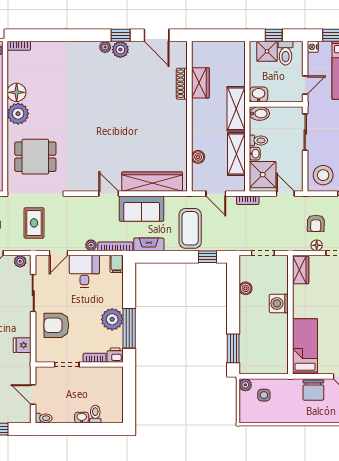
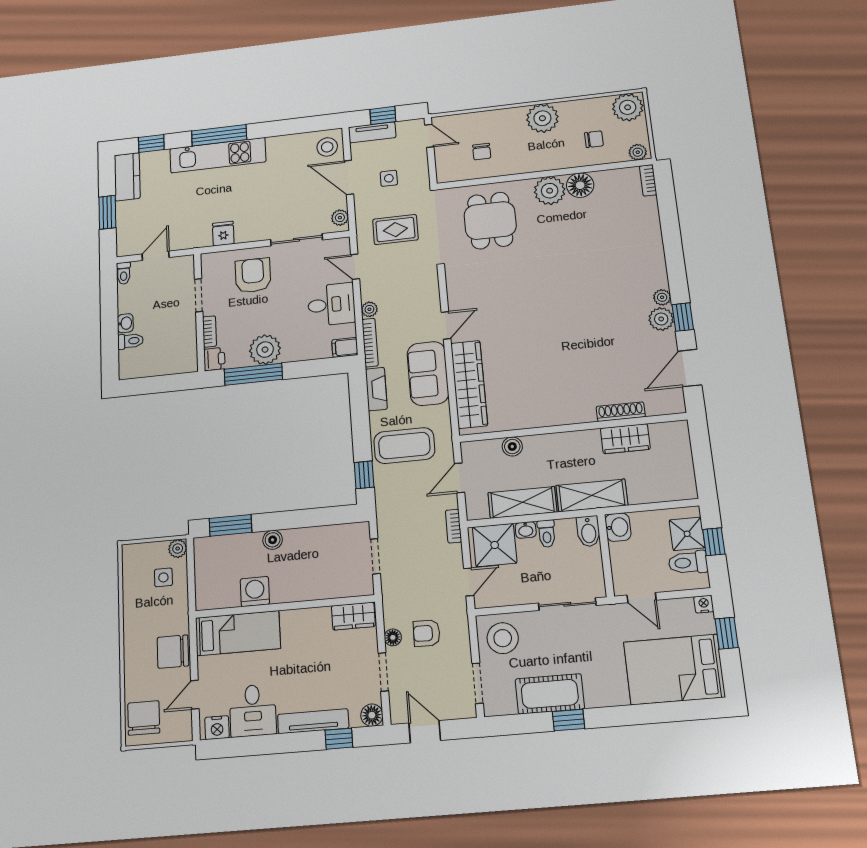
boiler: (246, 288) -> (273, 540), moved
washing machine: (279, 303) -> (255, 591), moved

